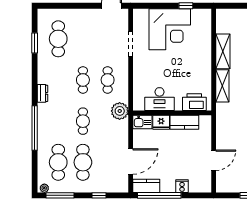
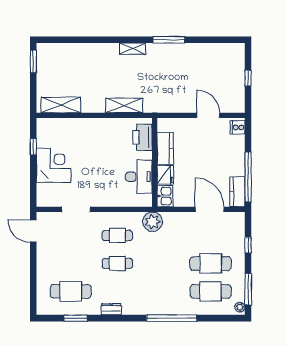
corner desk: (170, 29) -> (54, 165), width x0.74, depth x0.74
shelving: (223, 51) -> (61, 105), moved
dresser: (42, 93) -> (111, 309), moved
cafe table: (83, 121) -> (164, 263), removed
cooker: (182, 186) -> (238, 127), moved

